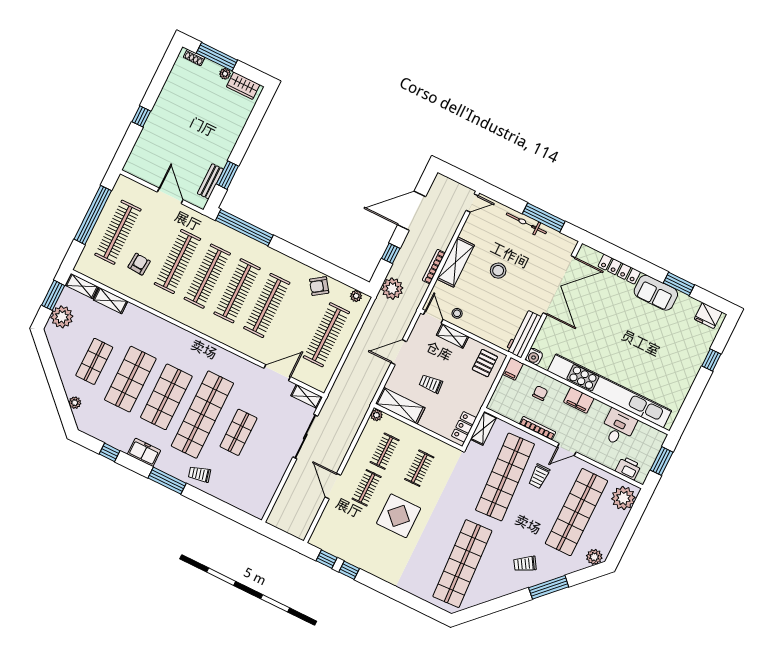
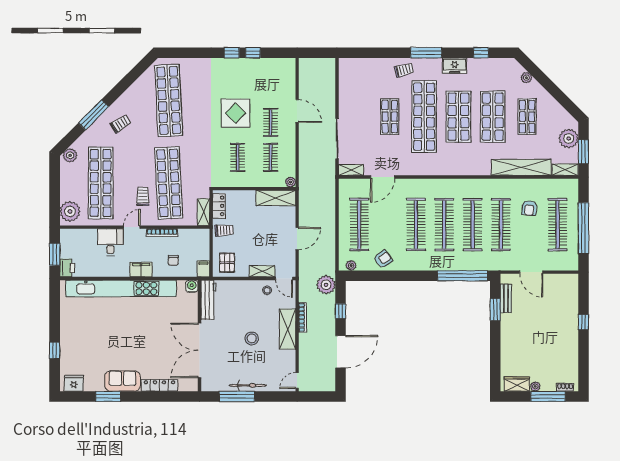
shelving: (111, 301) -> (521, 167), width x2.20, depth x1.33
trolley: (431, 384) -> (224, 230), moved
desk: (618, 428) -> (110, 242), moved, turned 180
printer: (628, 468) -> (67, 268), moved, turned -90
window: (327, 559) -> (232, 53), moved

